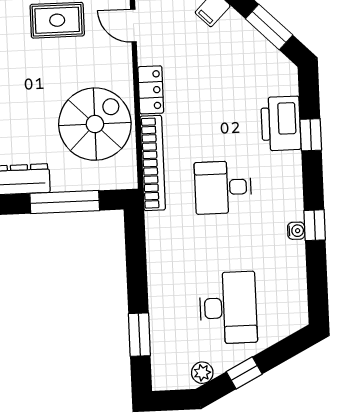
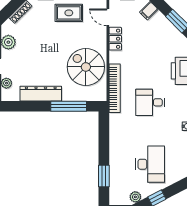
locker: (151, 90) -> (115, 39), moved
spiral stairs: (95, 124) -> (86, 67), turned -90

